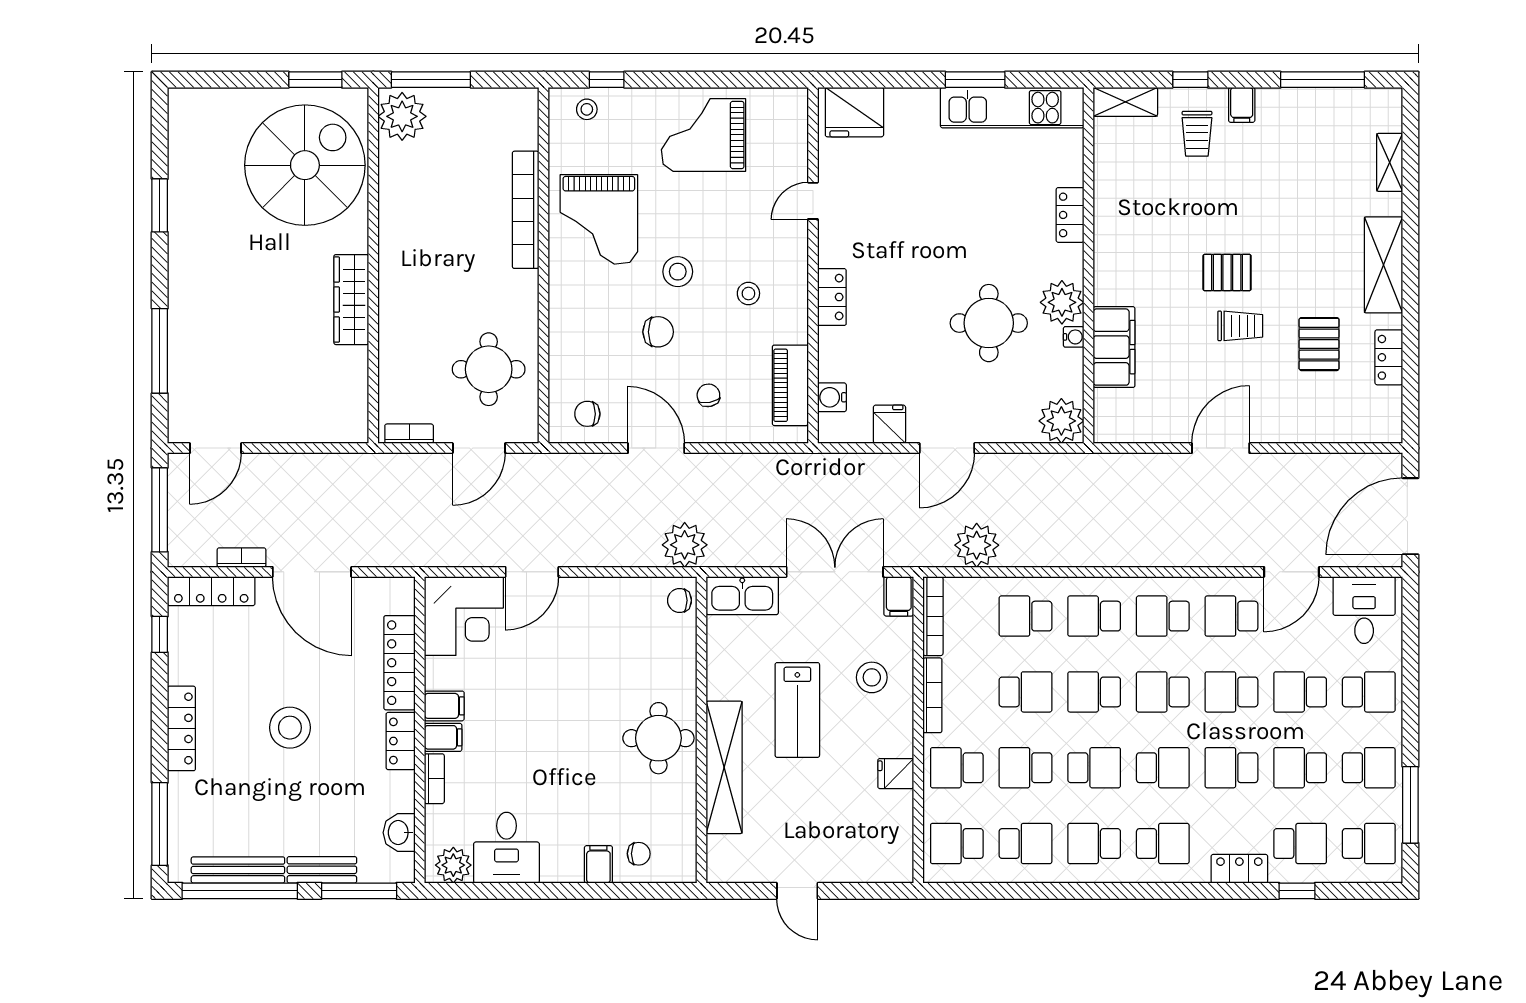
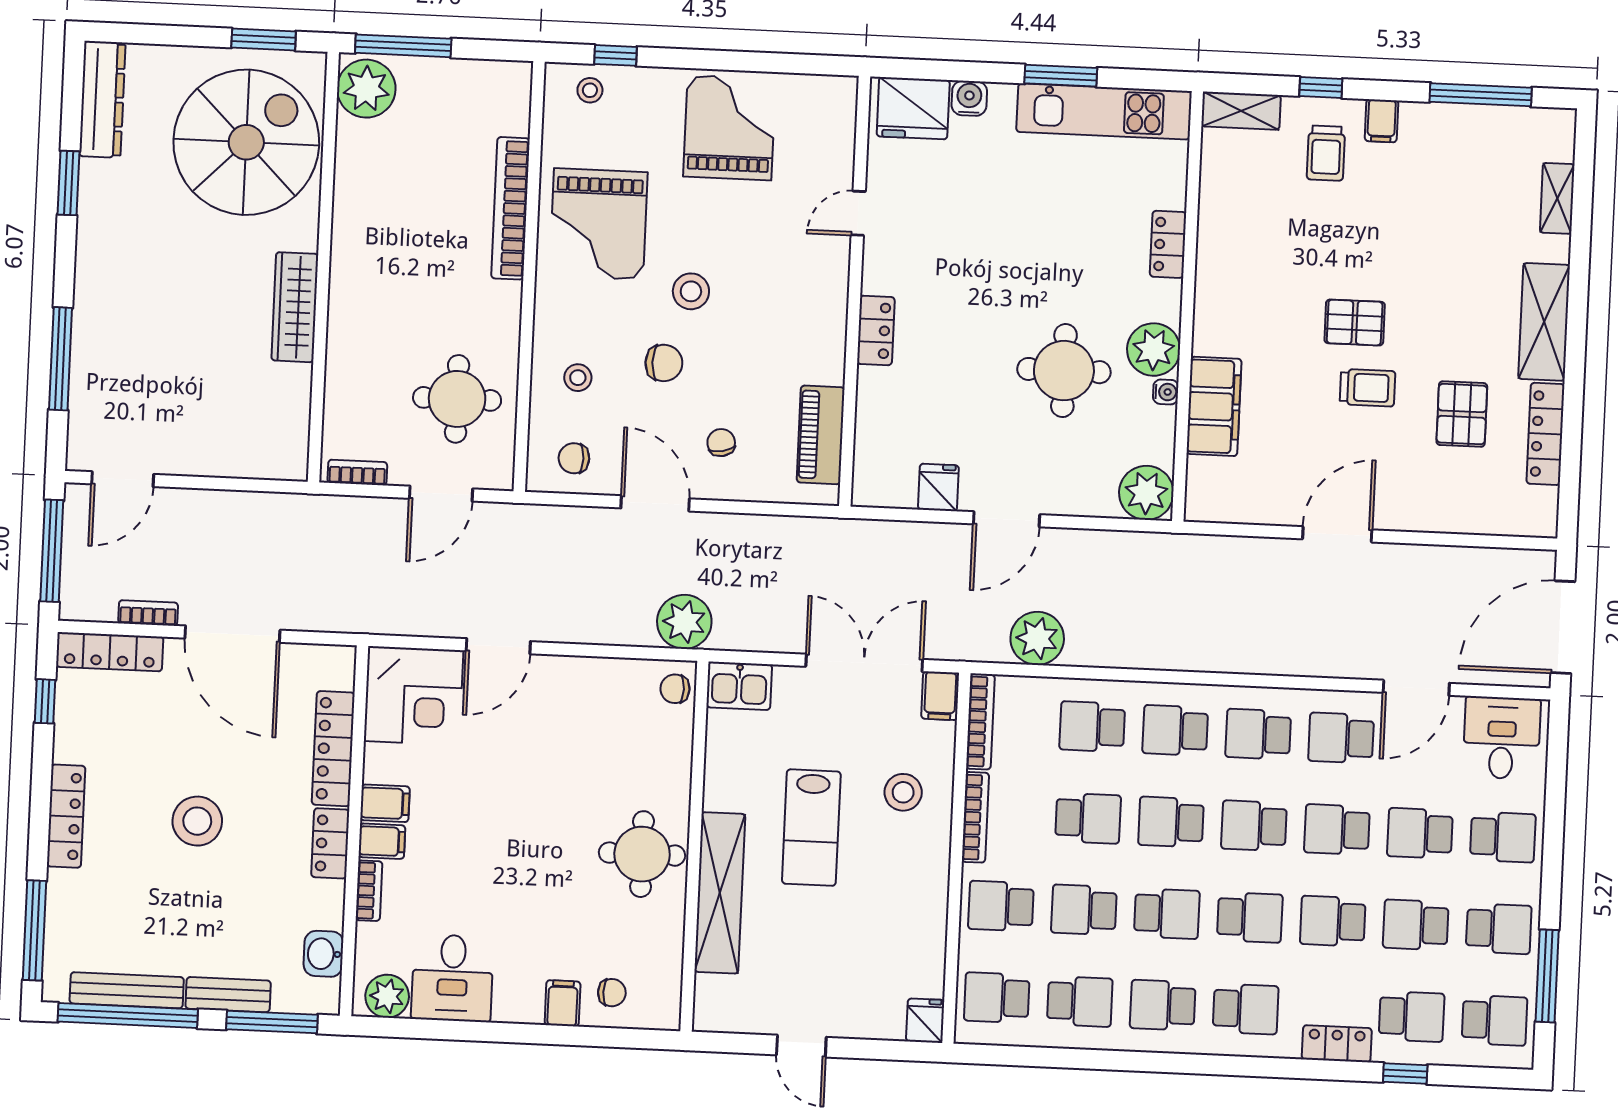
dresser: (184, 135) -> (102, 99), added
grand piano: (703, 135) -> (729, 128), turned 90
stool: (748, 293) -> (578, 378), moved
locker: (1389, 357) -> (1546, 434), width x1.53
water cooler: (832, 397) -> (969, 98), moved, turned 90
kitchen sink: (742, 596) -> (739, 686), width x0.73
fridge: (896, 774) -> (925, 1021), moved, turned 90

